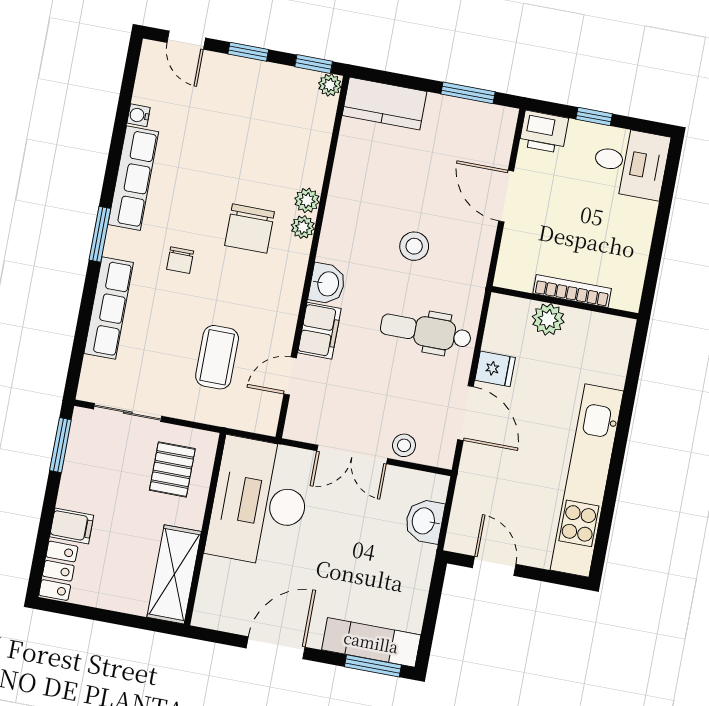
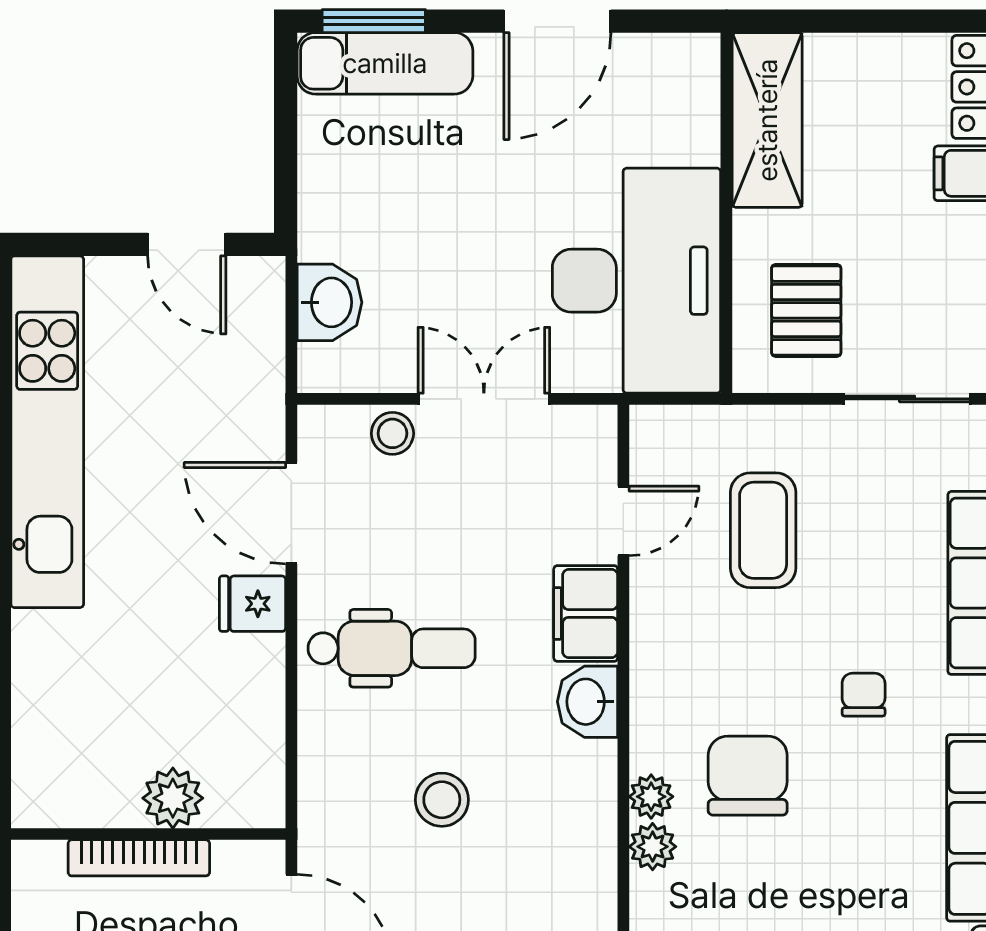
bookcase: (572, 291) -> (139, 858), moved
wall: (565, 303) -> (148, 834), moved
plant: (548, 319) -> (173, 798), moved

